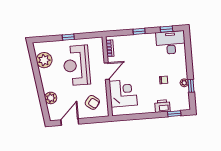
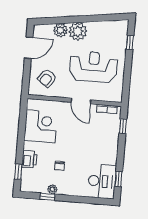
window: (139, 31) -> (123, 126), moved
window: (68, 37) -> (130, 42), moved
plant: (44, 60) -> (78, 31), moved
corner desk: (123, 93) -> (41, 126), moved, turned -90
door: (70, 122) -> (29, 48), hinge flipped

